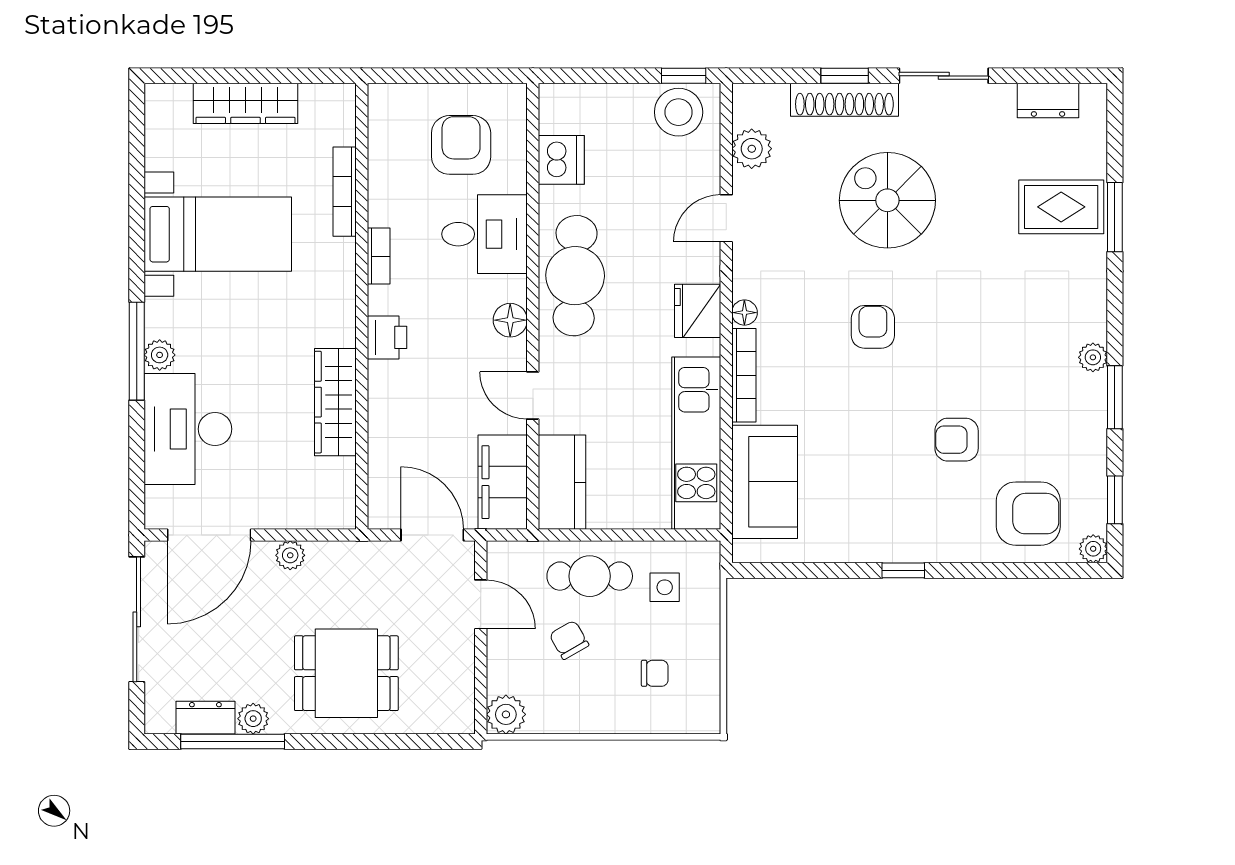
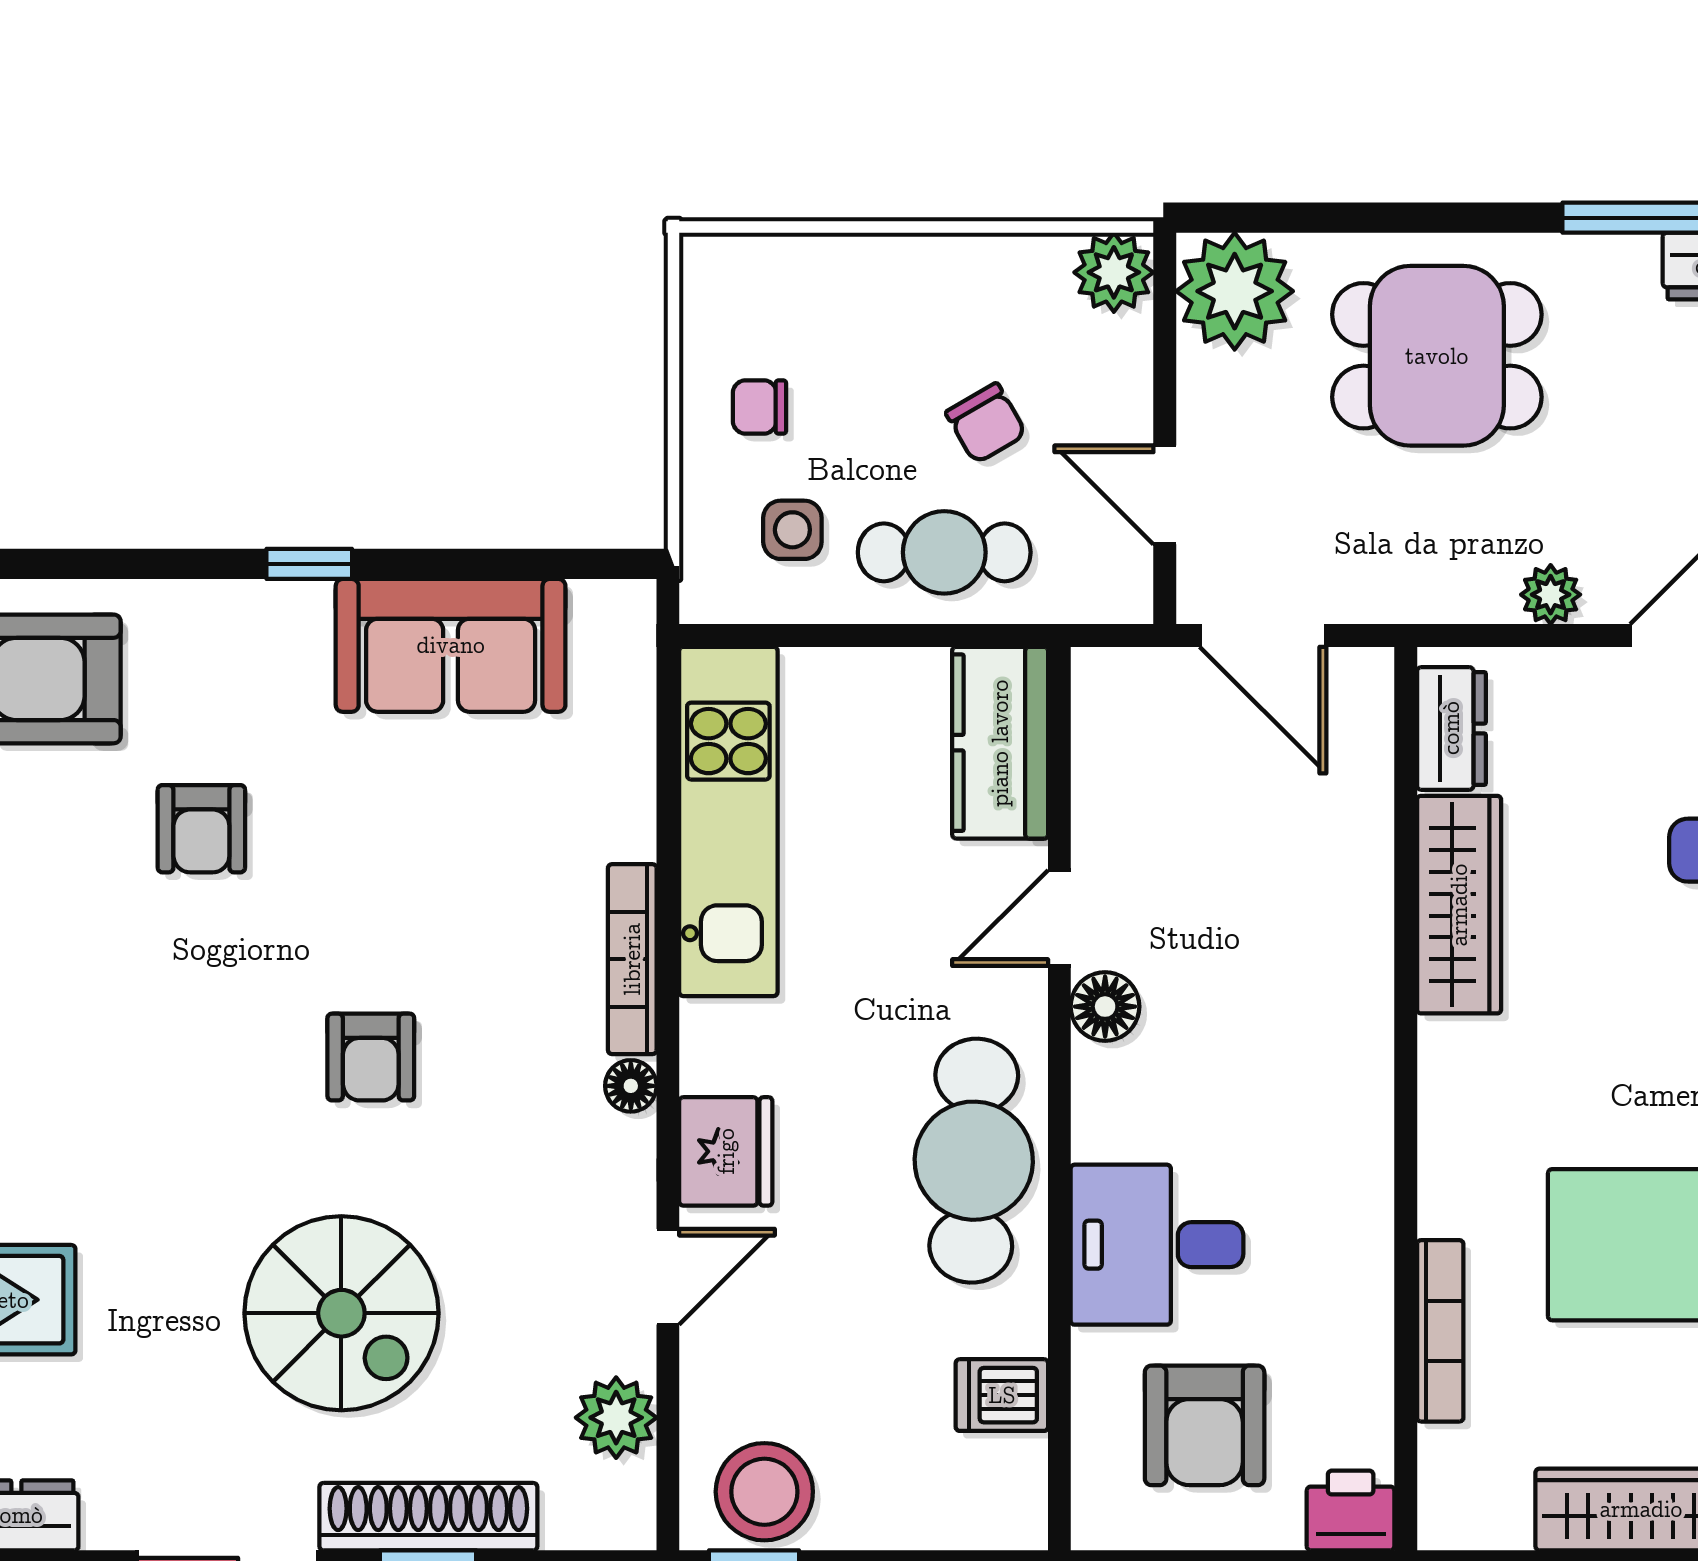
dishwasher: (561, 160) -> (1002, 1395), width x0.73
bookcase: (379, 256) -> (1372, 1200), removed
fridge: (698, 311) -> (726, 1151), moved
floor lamp: (510, 320) -> (1105, 1007), moved
printer: (387, 337) -> (1351, 1510), moved, turned 90
door: (533, 395) -> (1059, 918), swing flipped
armchair: (957, 440) -> (201, 829), turned 90
filing cabinet: (503, 482) -> (1120, 743), removed
sofa: (765, 482) -> (451, 645), moved, turned -90
dresser: (339, 489) -> (1451, 728), added
chair: (655, 673) -> (759, 407), moved
plant: (253, 719) -> (1235, 291), moved, width x1.87, depth x1.87

